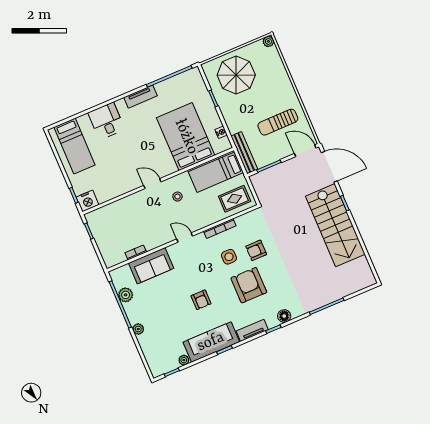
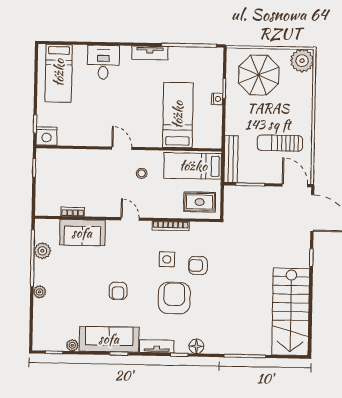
plant: (268, 41) -> (302, 61), width x1.88, depth x1.88
nightstand: (221, 132) -> (217, 99), moved
bed: (186, 137) -> (178, 115), width x0.67
stairs: (335, 225) -> (291, 312), moved

